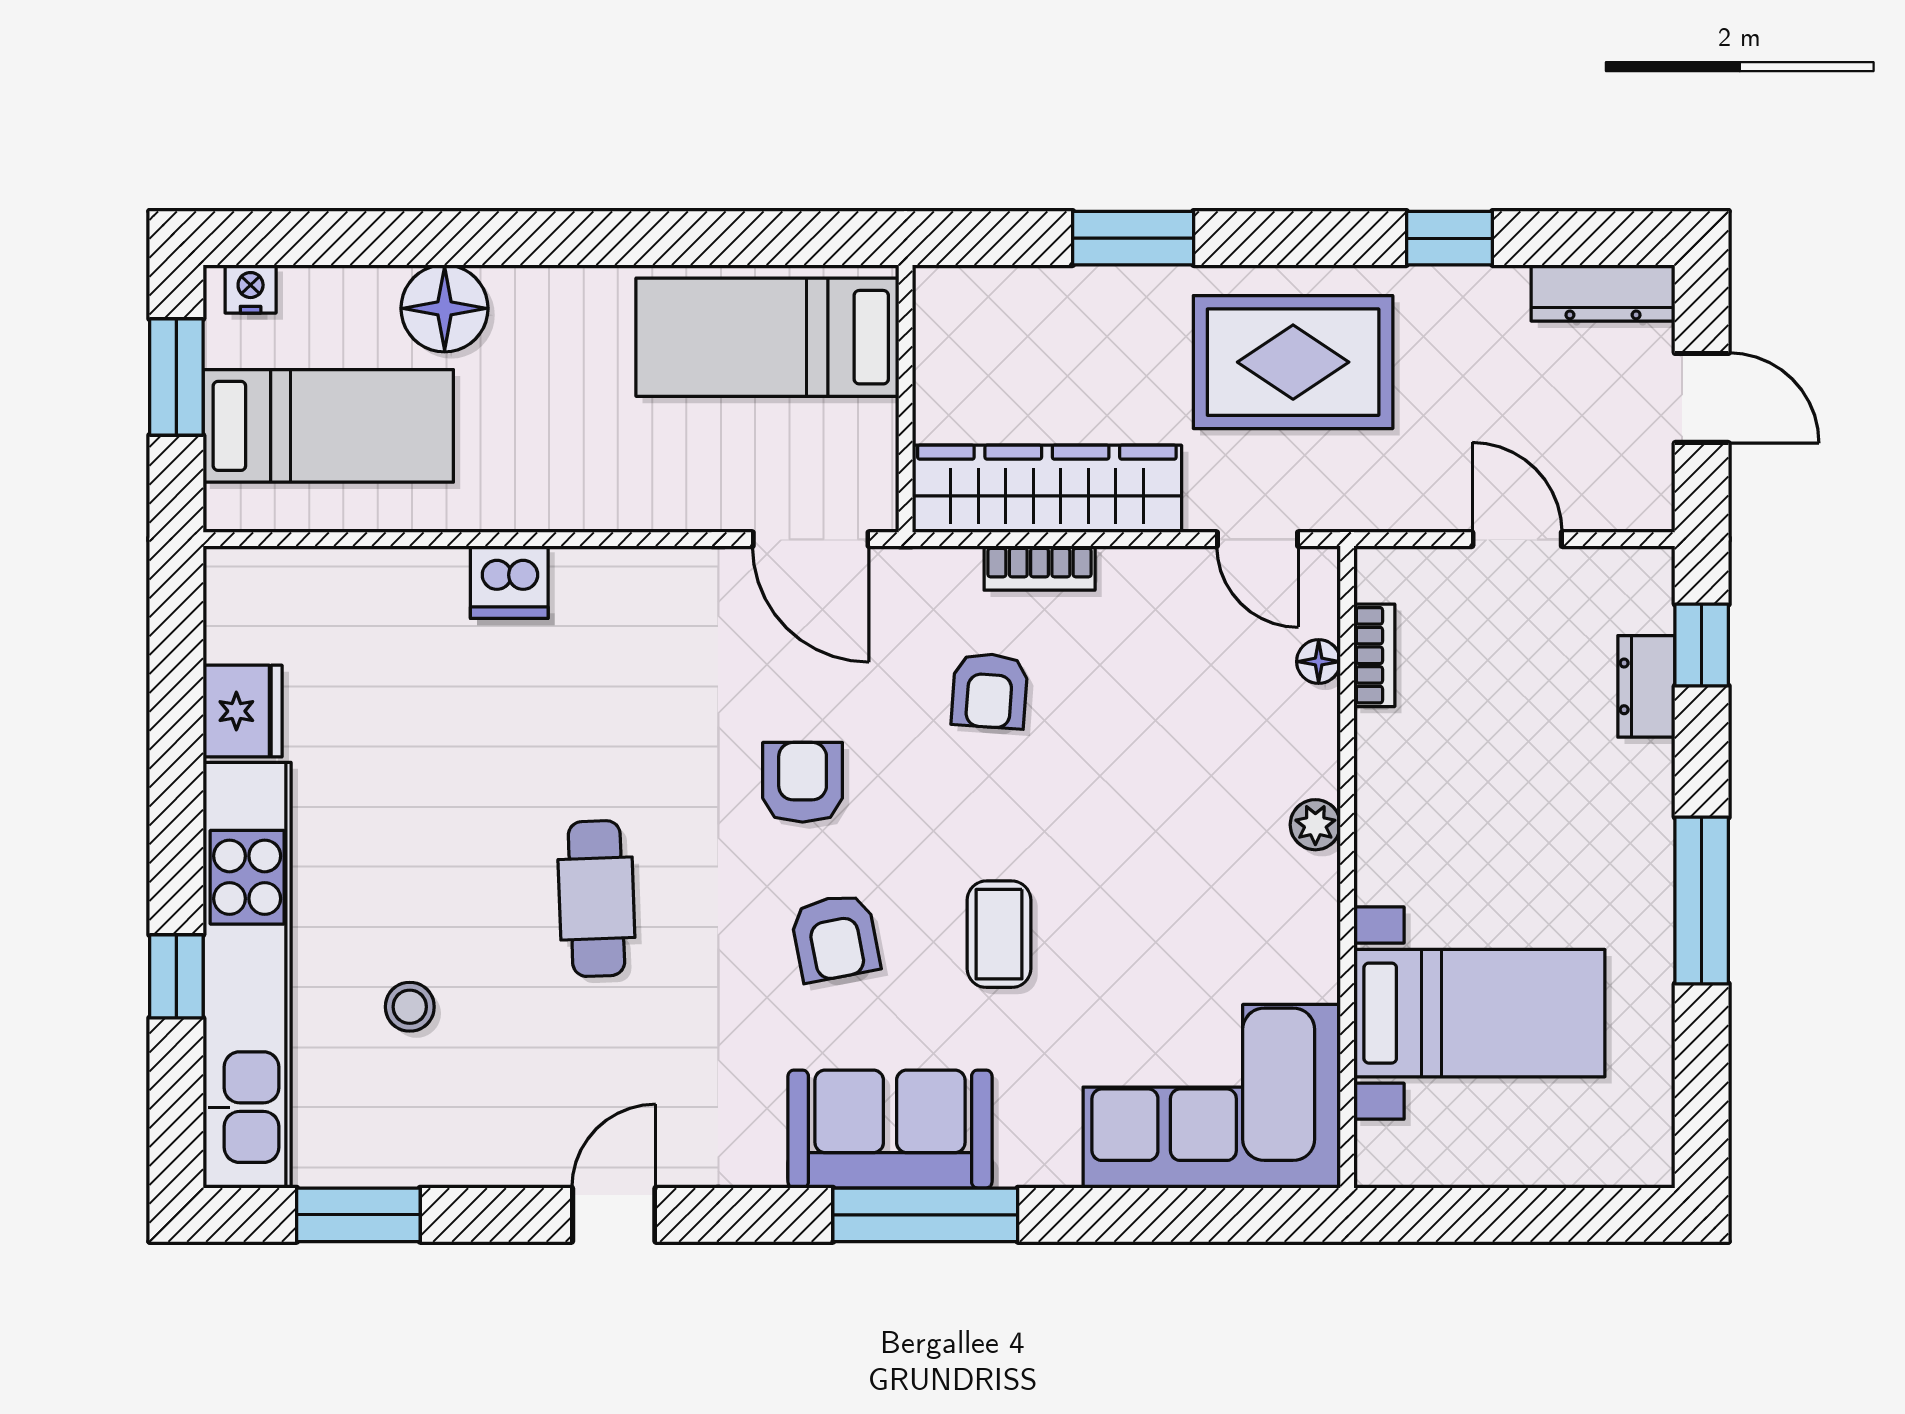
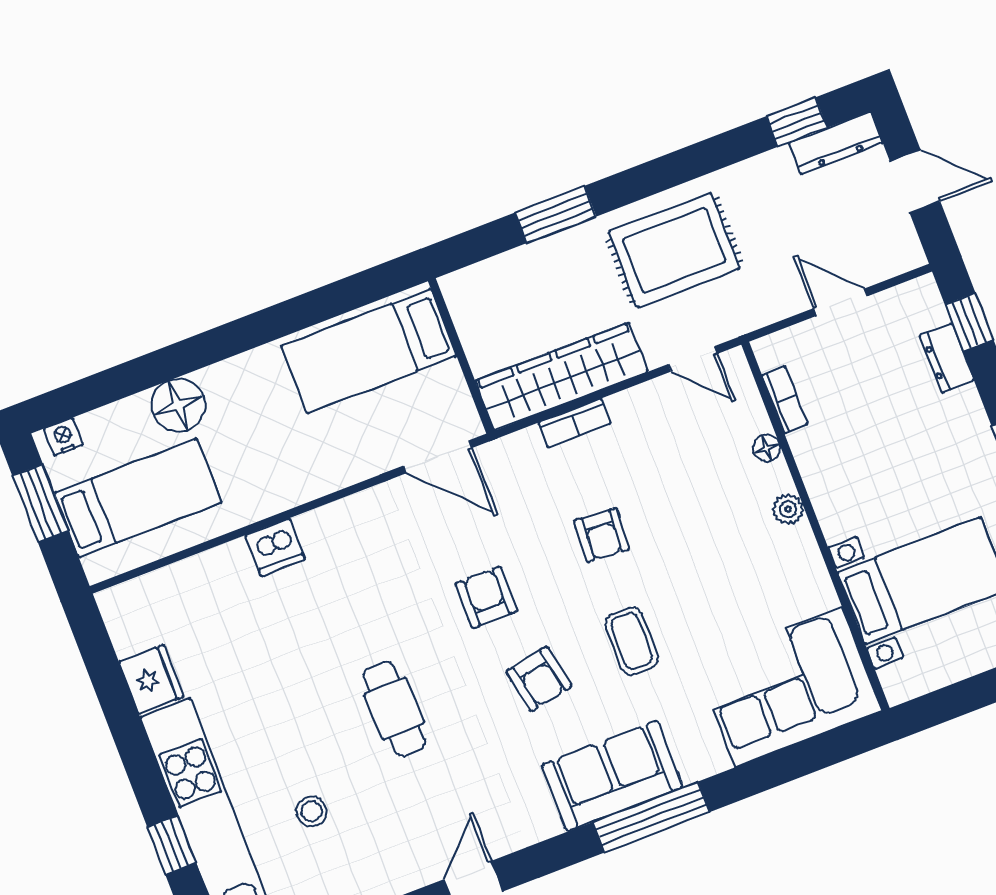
window: (1449, 238) -> (797, 122), moved
floor lamp: (1319, 662) -> (767, 448), moved
armchair: (990, 691) -> (602, 535), moved

